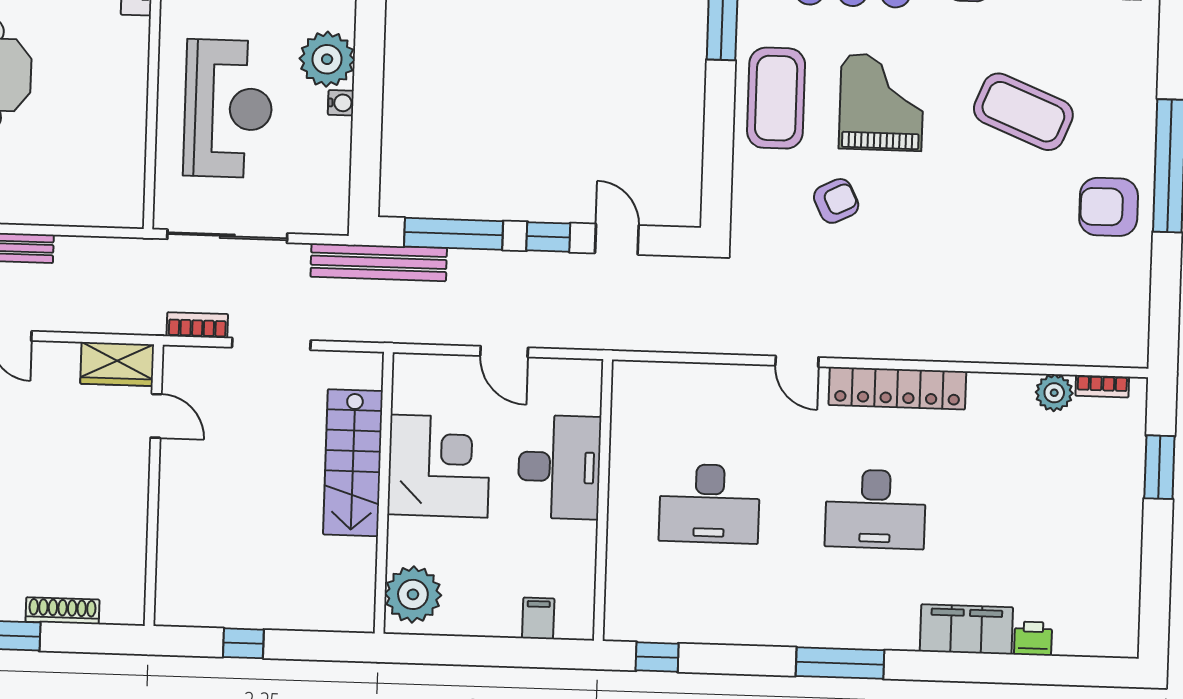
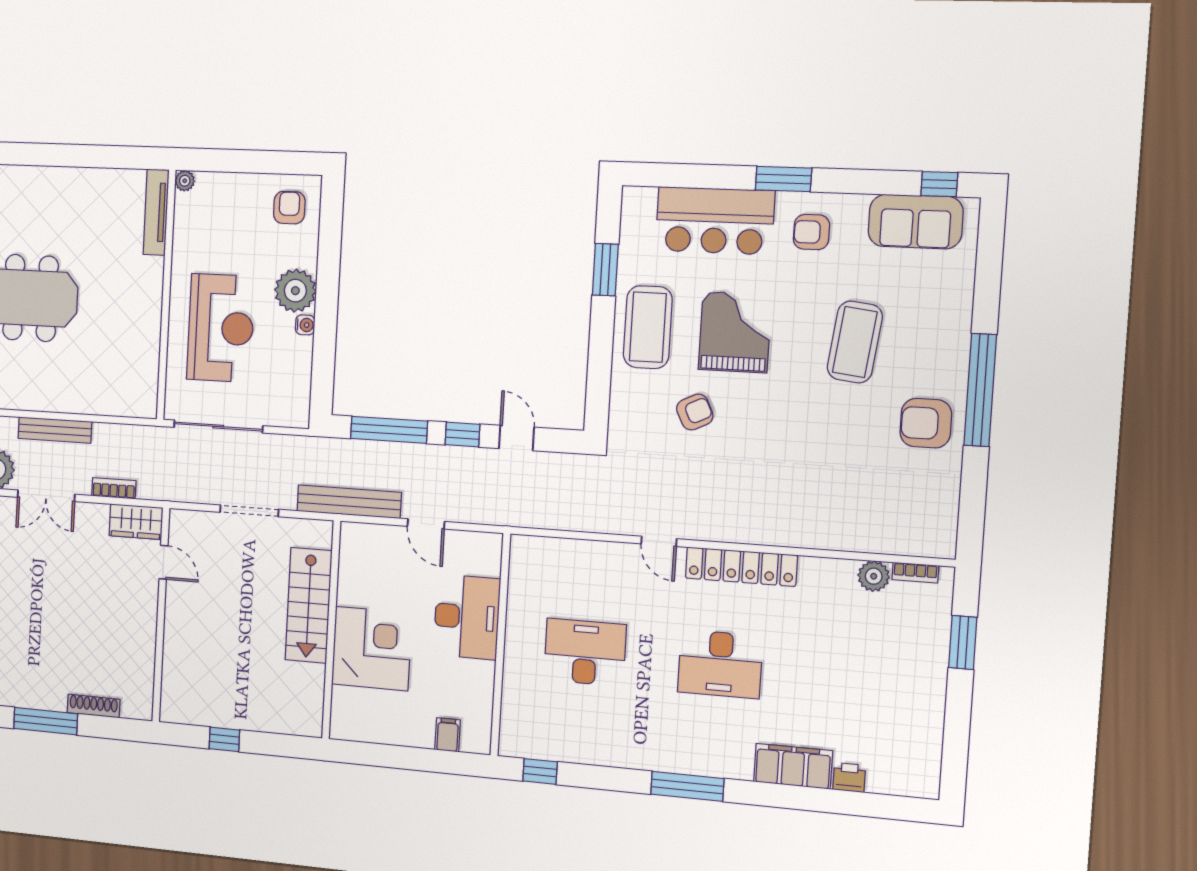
coffee table: (1023, 112) -> (855, 342), turned 75
bench: (379, 262) -> (349, 502), moved
bookcase: (197, 325) -> (114, 488), moved
corner desk: (439, 466) -> (372, 649), moved
desk: (709, 504) -> (585, 652), turned 180
plant: (413, 594) -> (352, 710), removed

